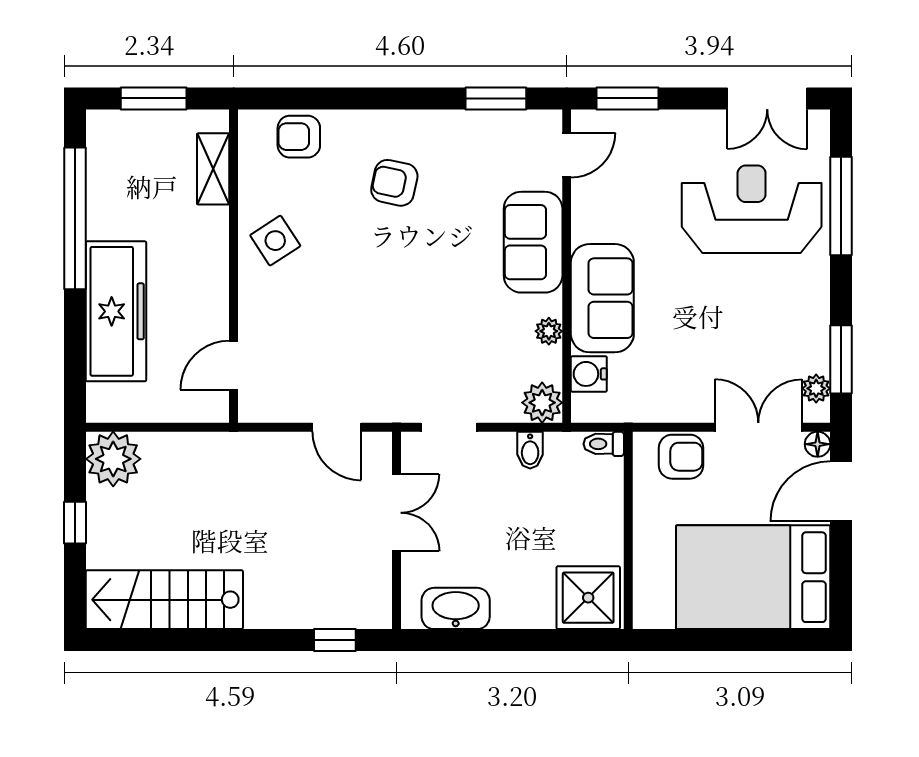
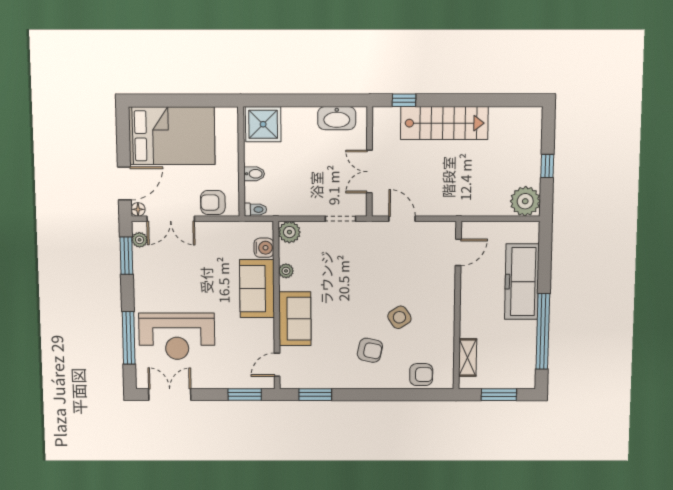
side table: (275, 241) -> (399, 317), moved
bidet: (530, 450) -> (254, 174), moved, turned 90
stairs: (164, 600) -> (444, 123), moved

